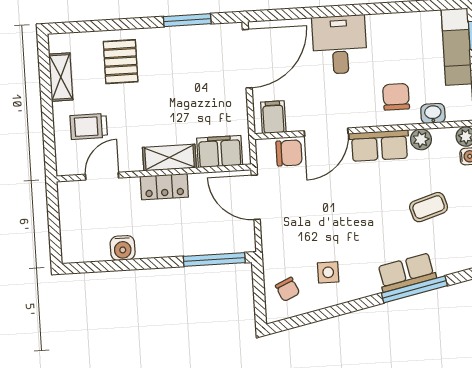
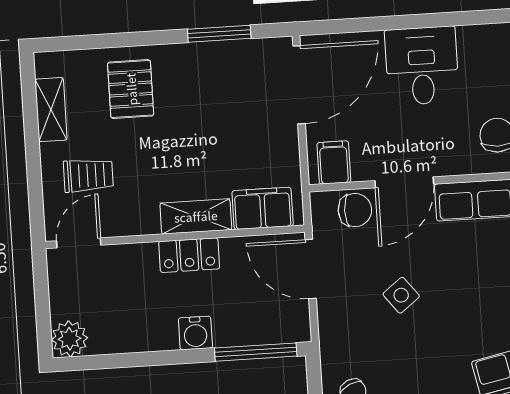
trolley: (89, 126) -> (88, 175), turned 180
door: (102, 176) -> (79, 243), moved
water cooler: (123, 248) -> (195, 333), moved
plant: (74, 249) -> (70, 339), added
side table: (328, 272) -> (401, 295), moved, turned -38

